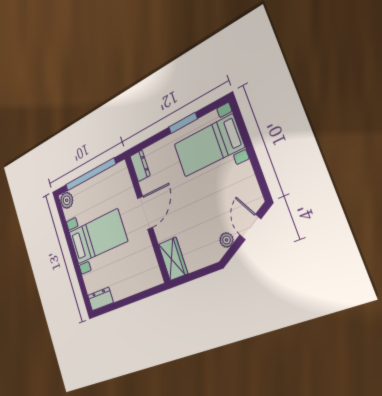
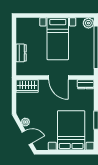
bed with nightstands: (209, 146) -> (71, 130), width x1.36
dresser: (100, 299) -> (21, 53), moved

